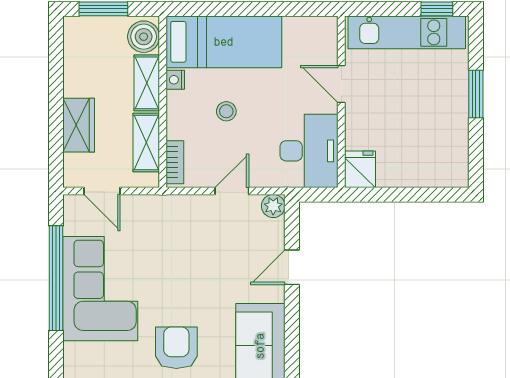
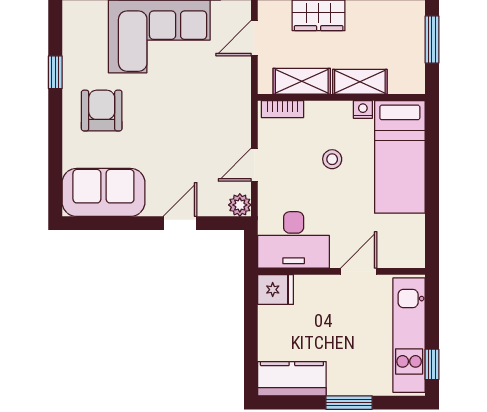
boiler: (144, 37) -> (405, 79), removed
kitchen counter: (451, 152) -> (292, 379), added
door: (232, 191) -> (254, 165), swing flipped
door: (292, 267) -> (180, 223), hinge flipped
armchair: (176, 348) -> (102, 111), turned -90

